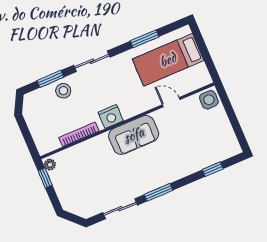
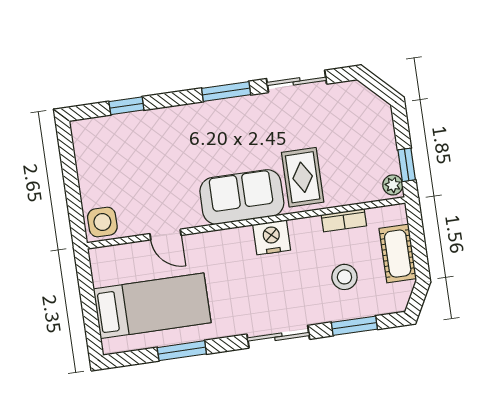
stool: (63, 91) -> (344, 277), moved
cot: (37, 126) -> (398, 254), added
bookcase: (79, 134) -> (344, 220), width x0.64
rug: (102, 155) -> (303, 177), added

